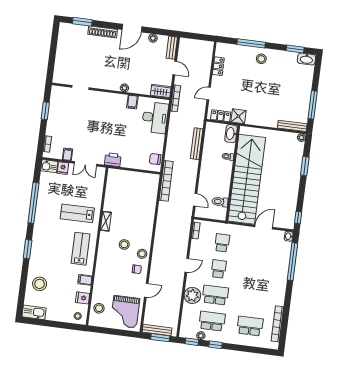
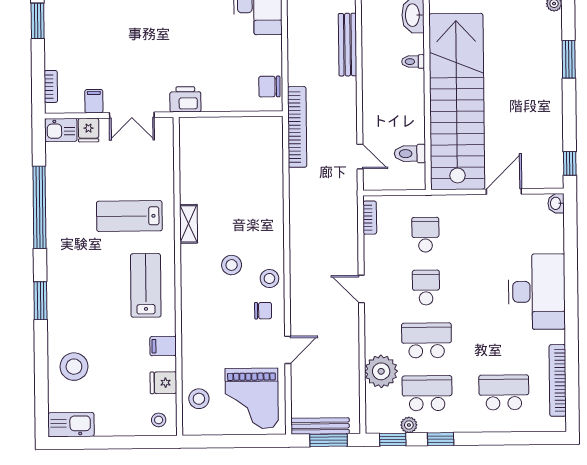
window: (293, 262) -> (571, 253), removed
door: (187, 265) -> (361, 289), swing flipped
desk: (273, 279) -> (537, 292), added
plant: (192, 295) -> (381, 371), moved

